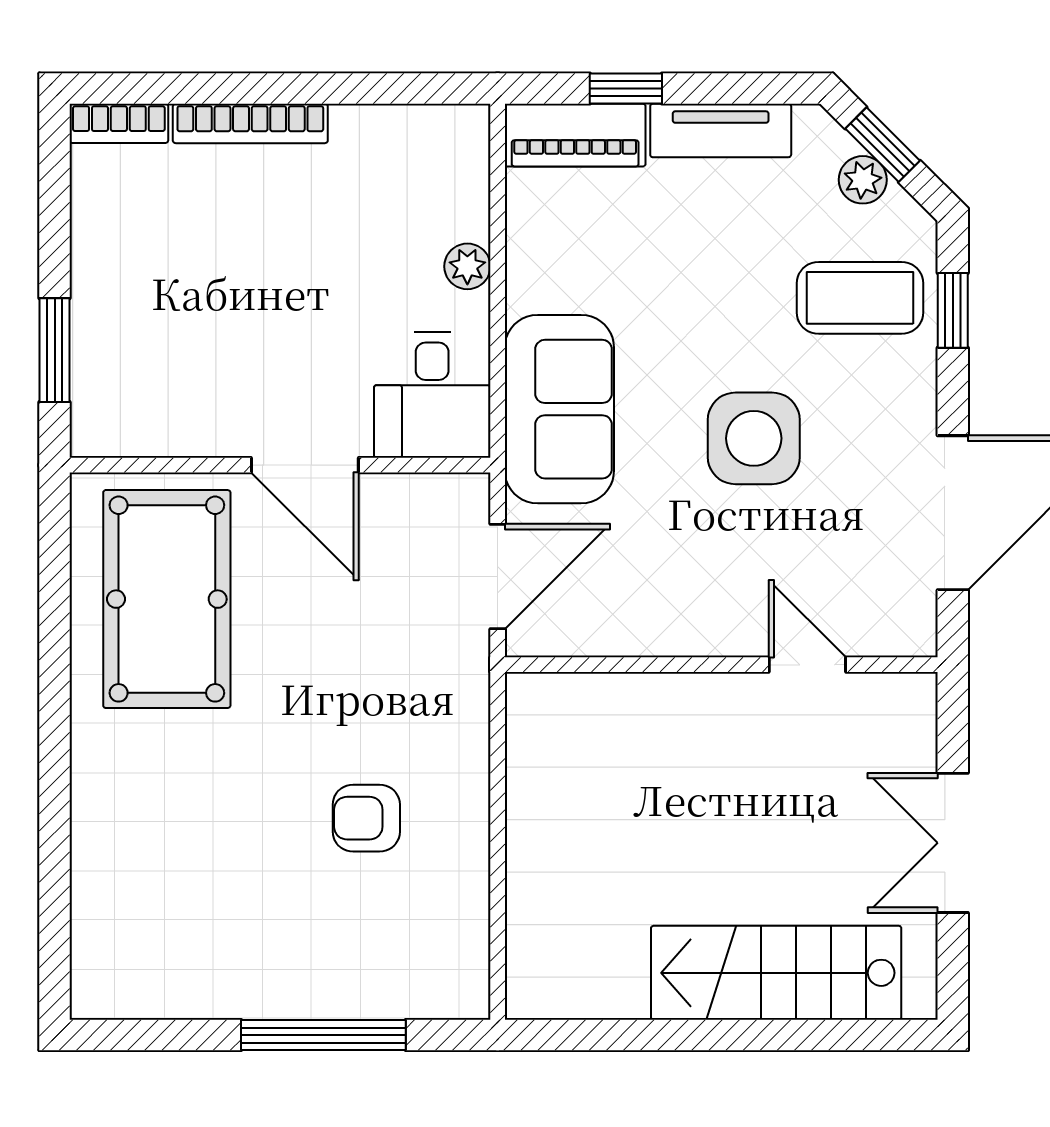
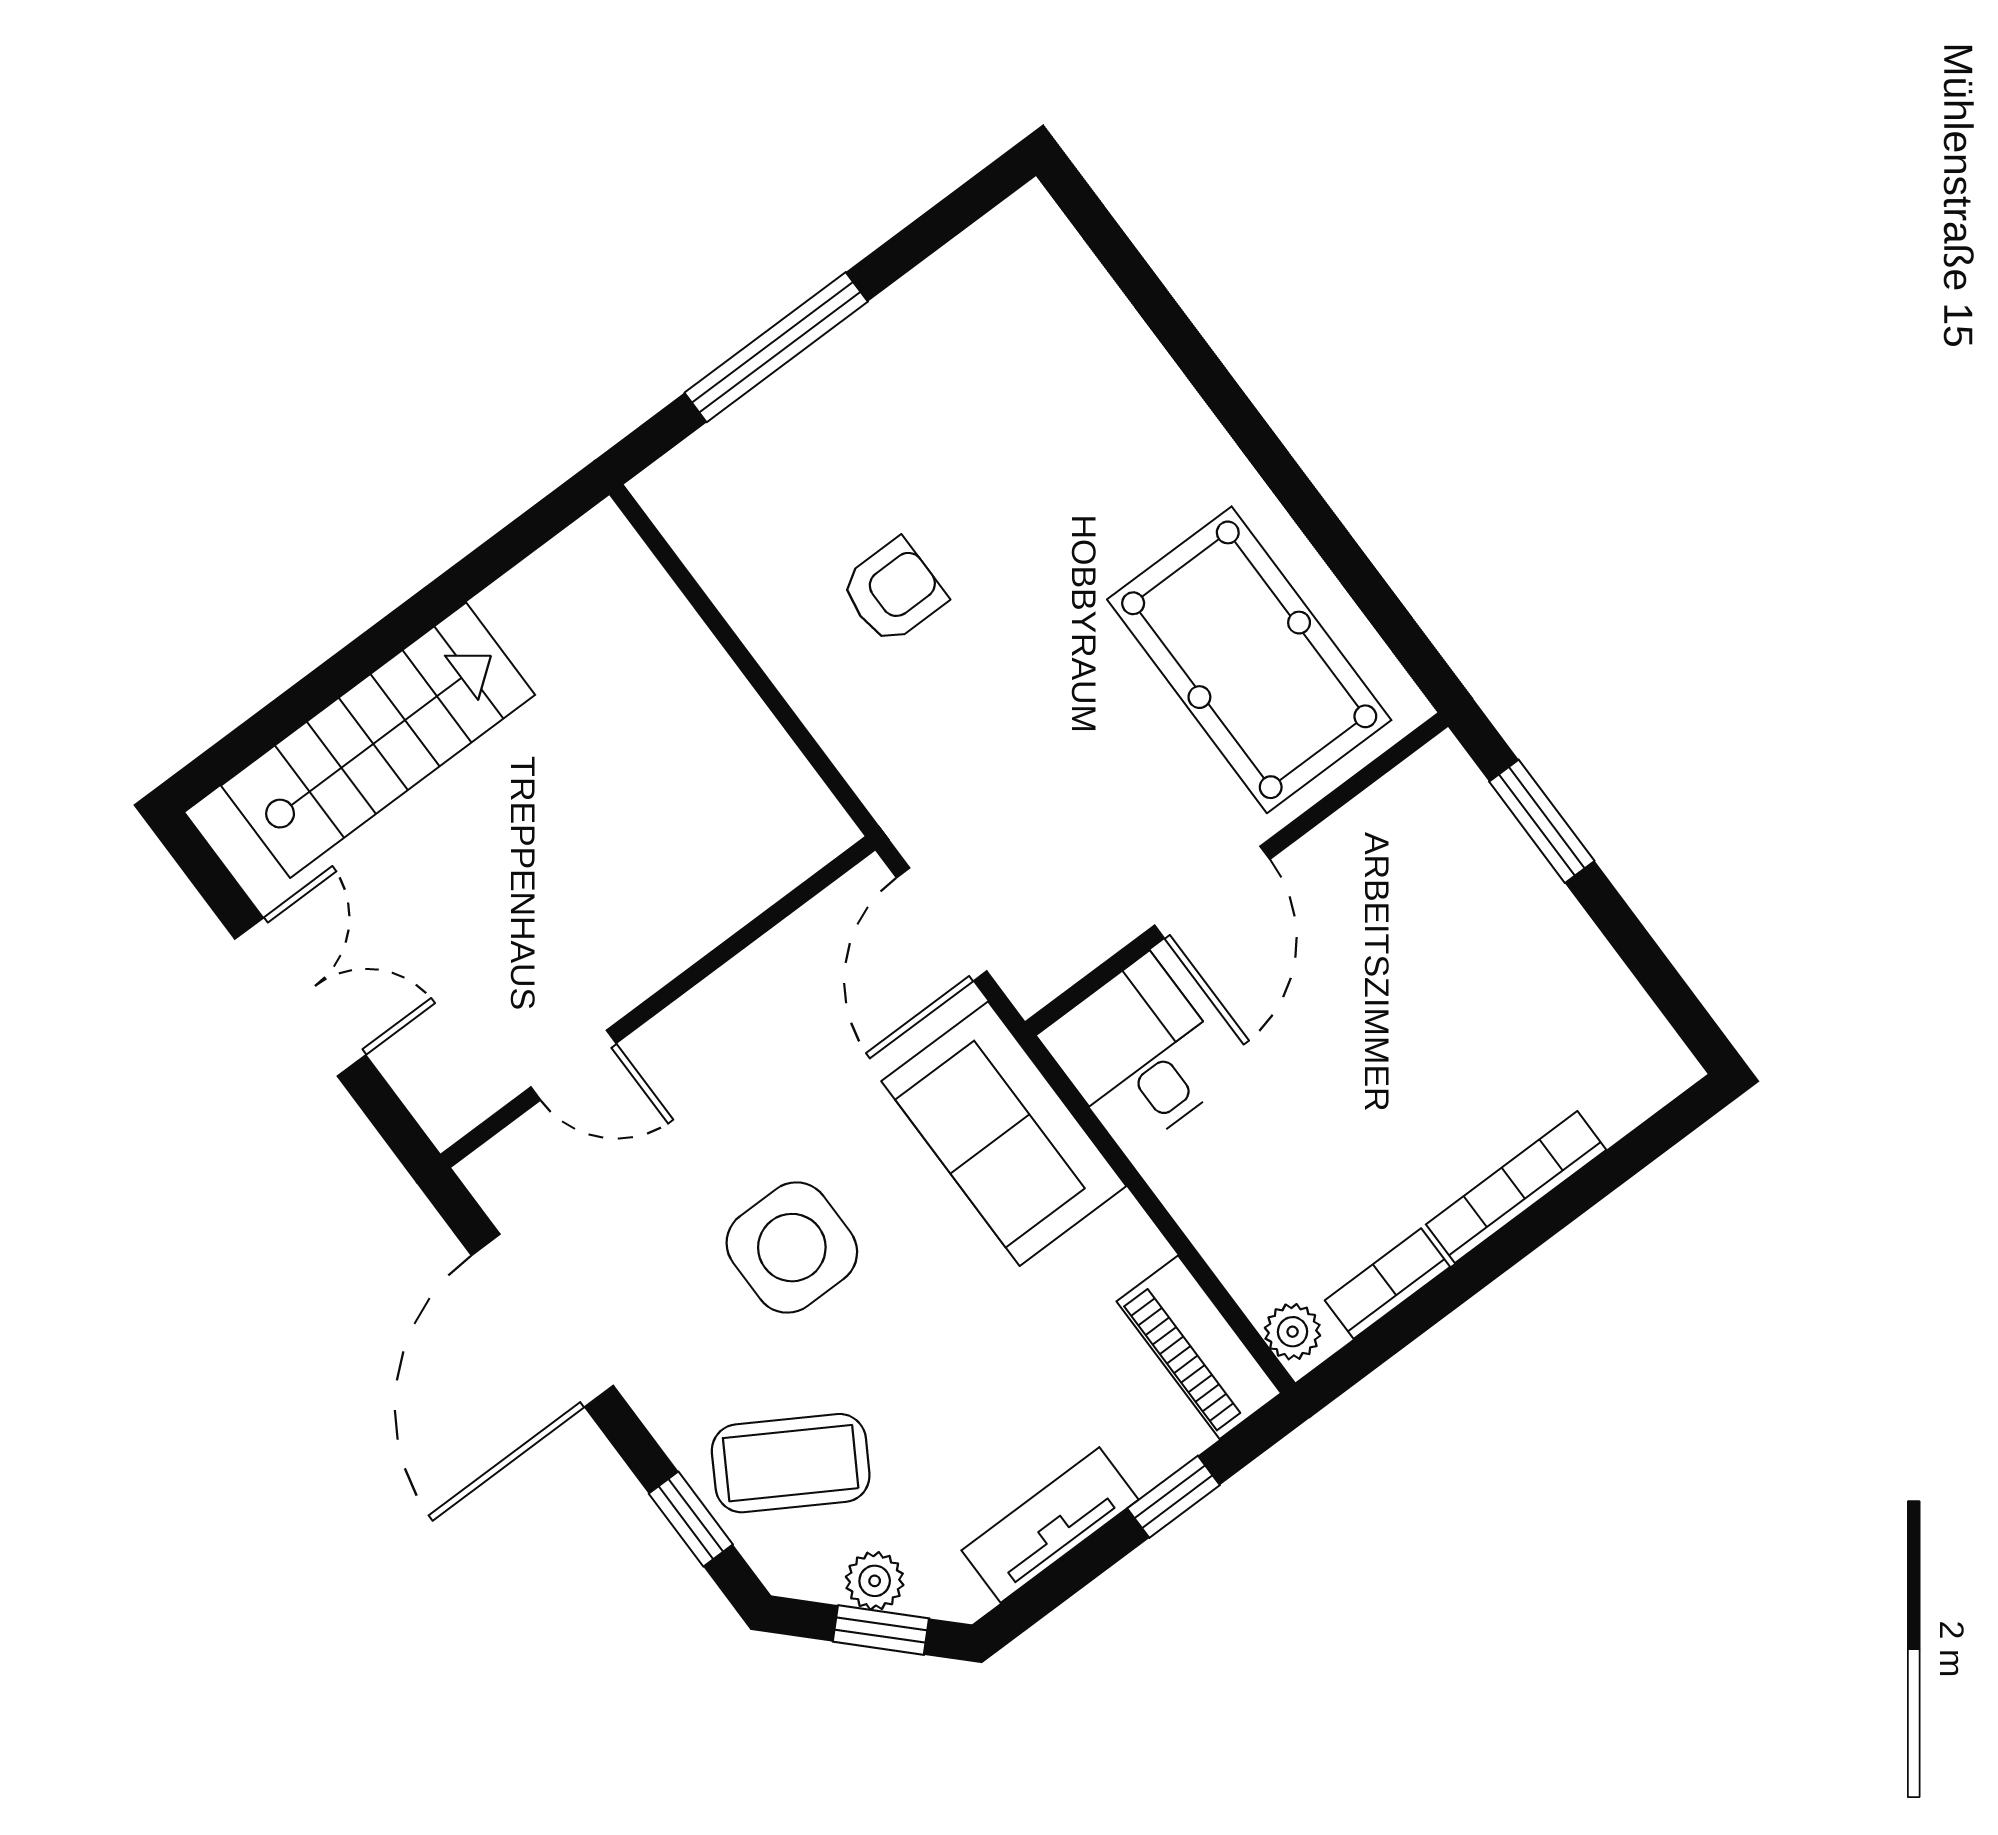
bookcase: (119, 123) -> (1387, 1284), moved
piano: (575, 135) -> (1199, 1347), moved, turned -90
plant: (467, 266) -> (1293, 1332), moved
coffee table: (860, 298) -> (791, 1463), turned 31
door: (305, 465) -> (1212, 892), swing flipped

